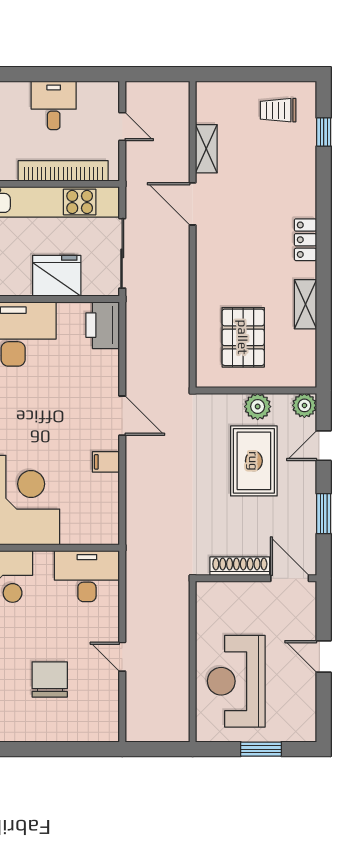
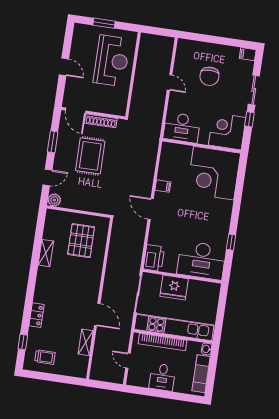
locker: (305, 240) -> (37, 315), moved
plant: (258, 407) -> (79, 203), removed
rug: (254, 461) -> (90, 156), moved

